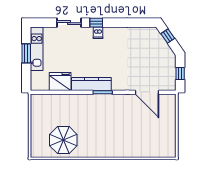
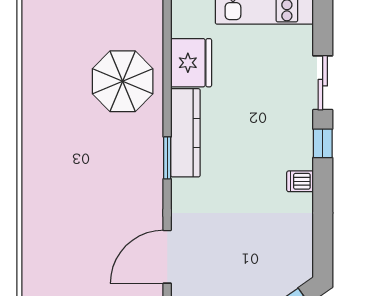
dishwasher: (98, 33) -> (300, 181), moved
parasol: (63, 140) -> (123, 81), moved

